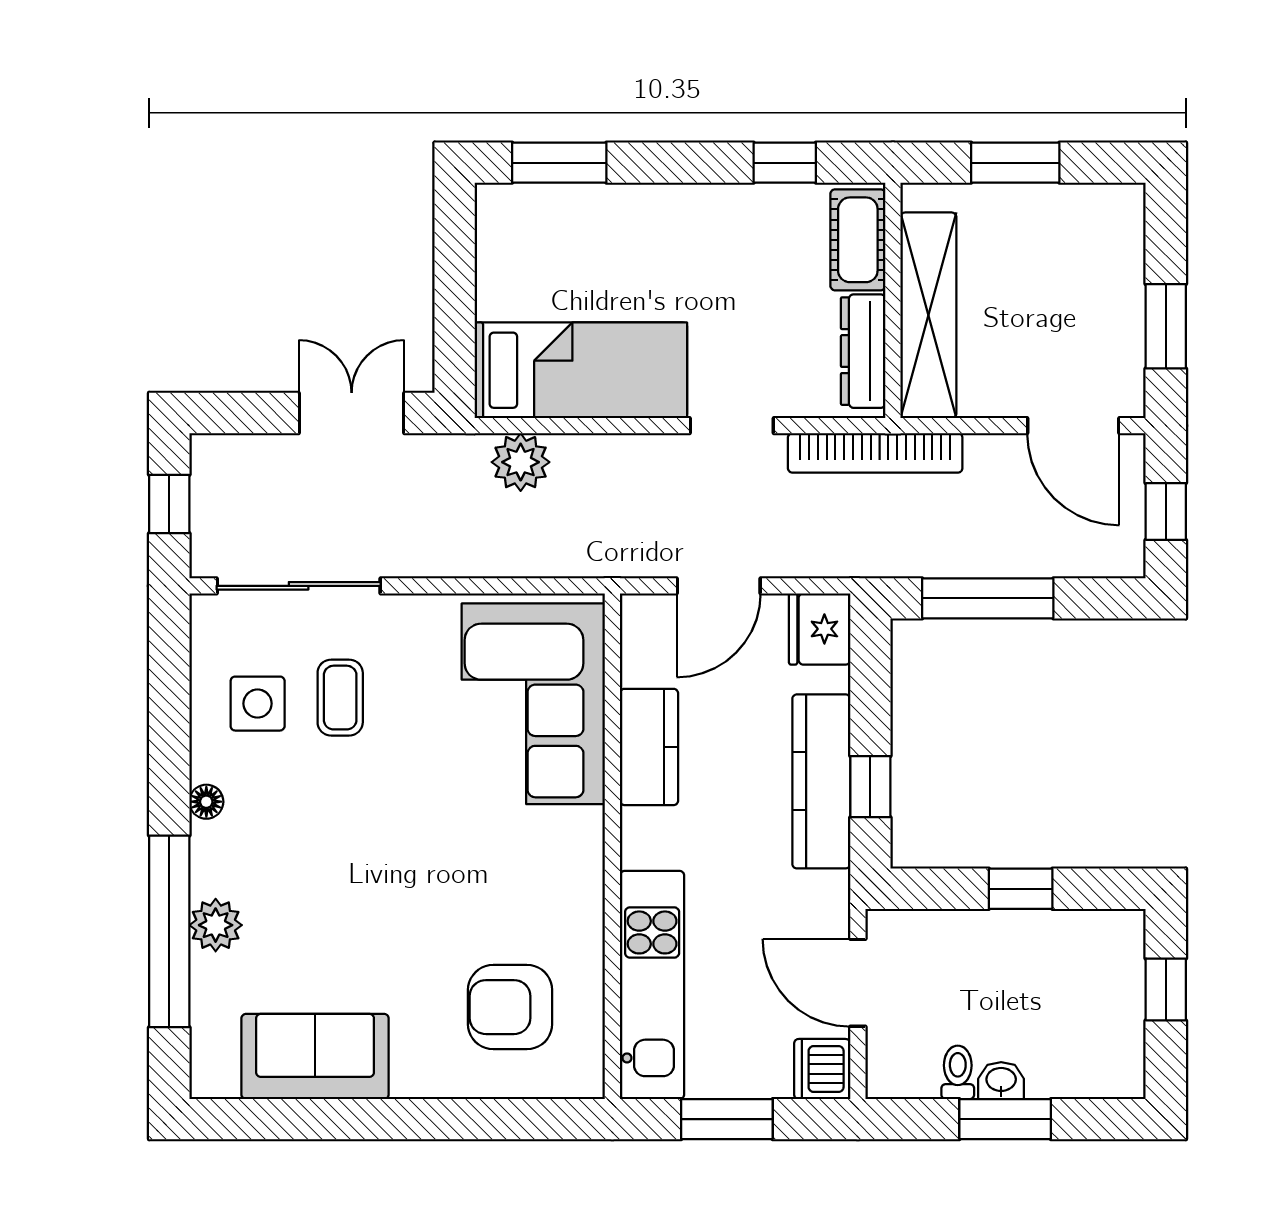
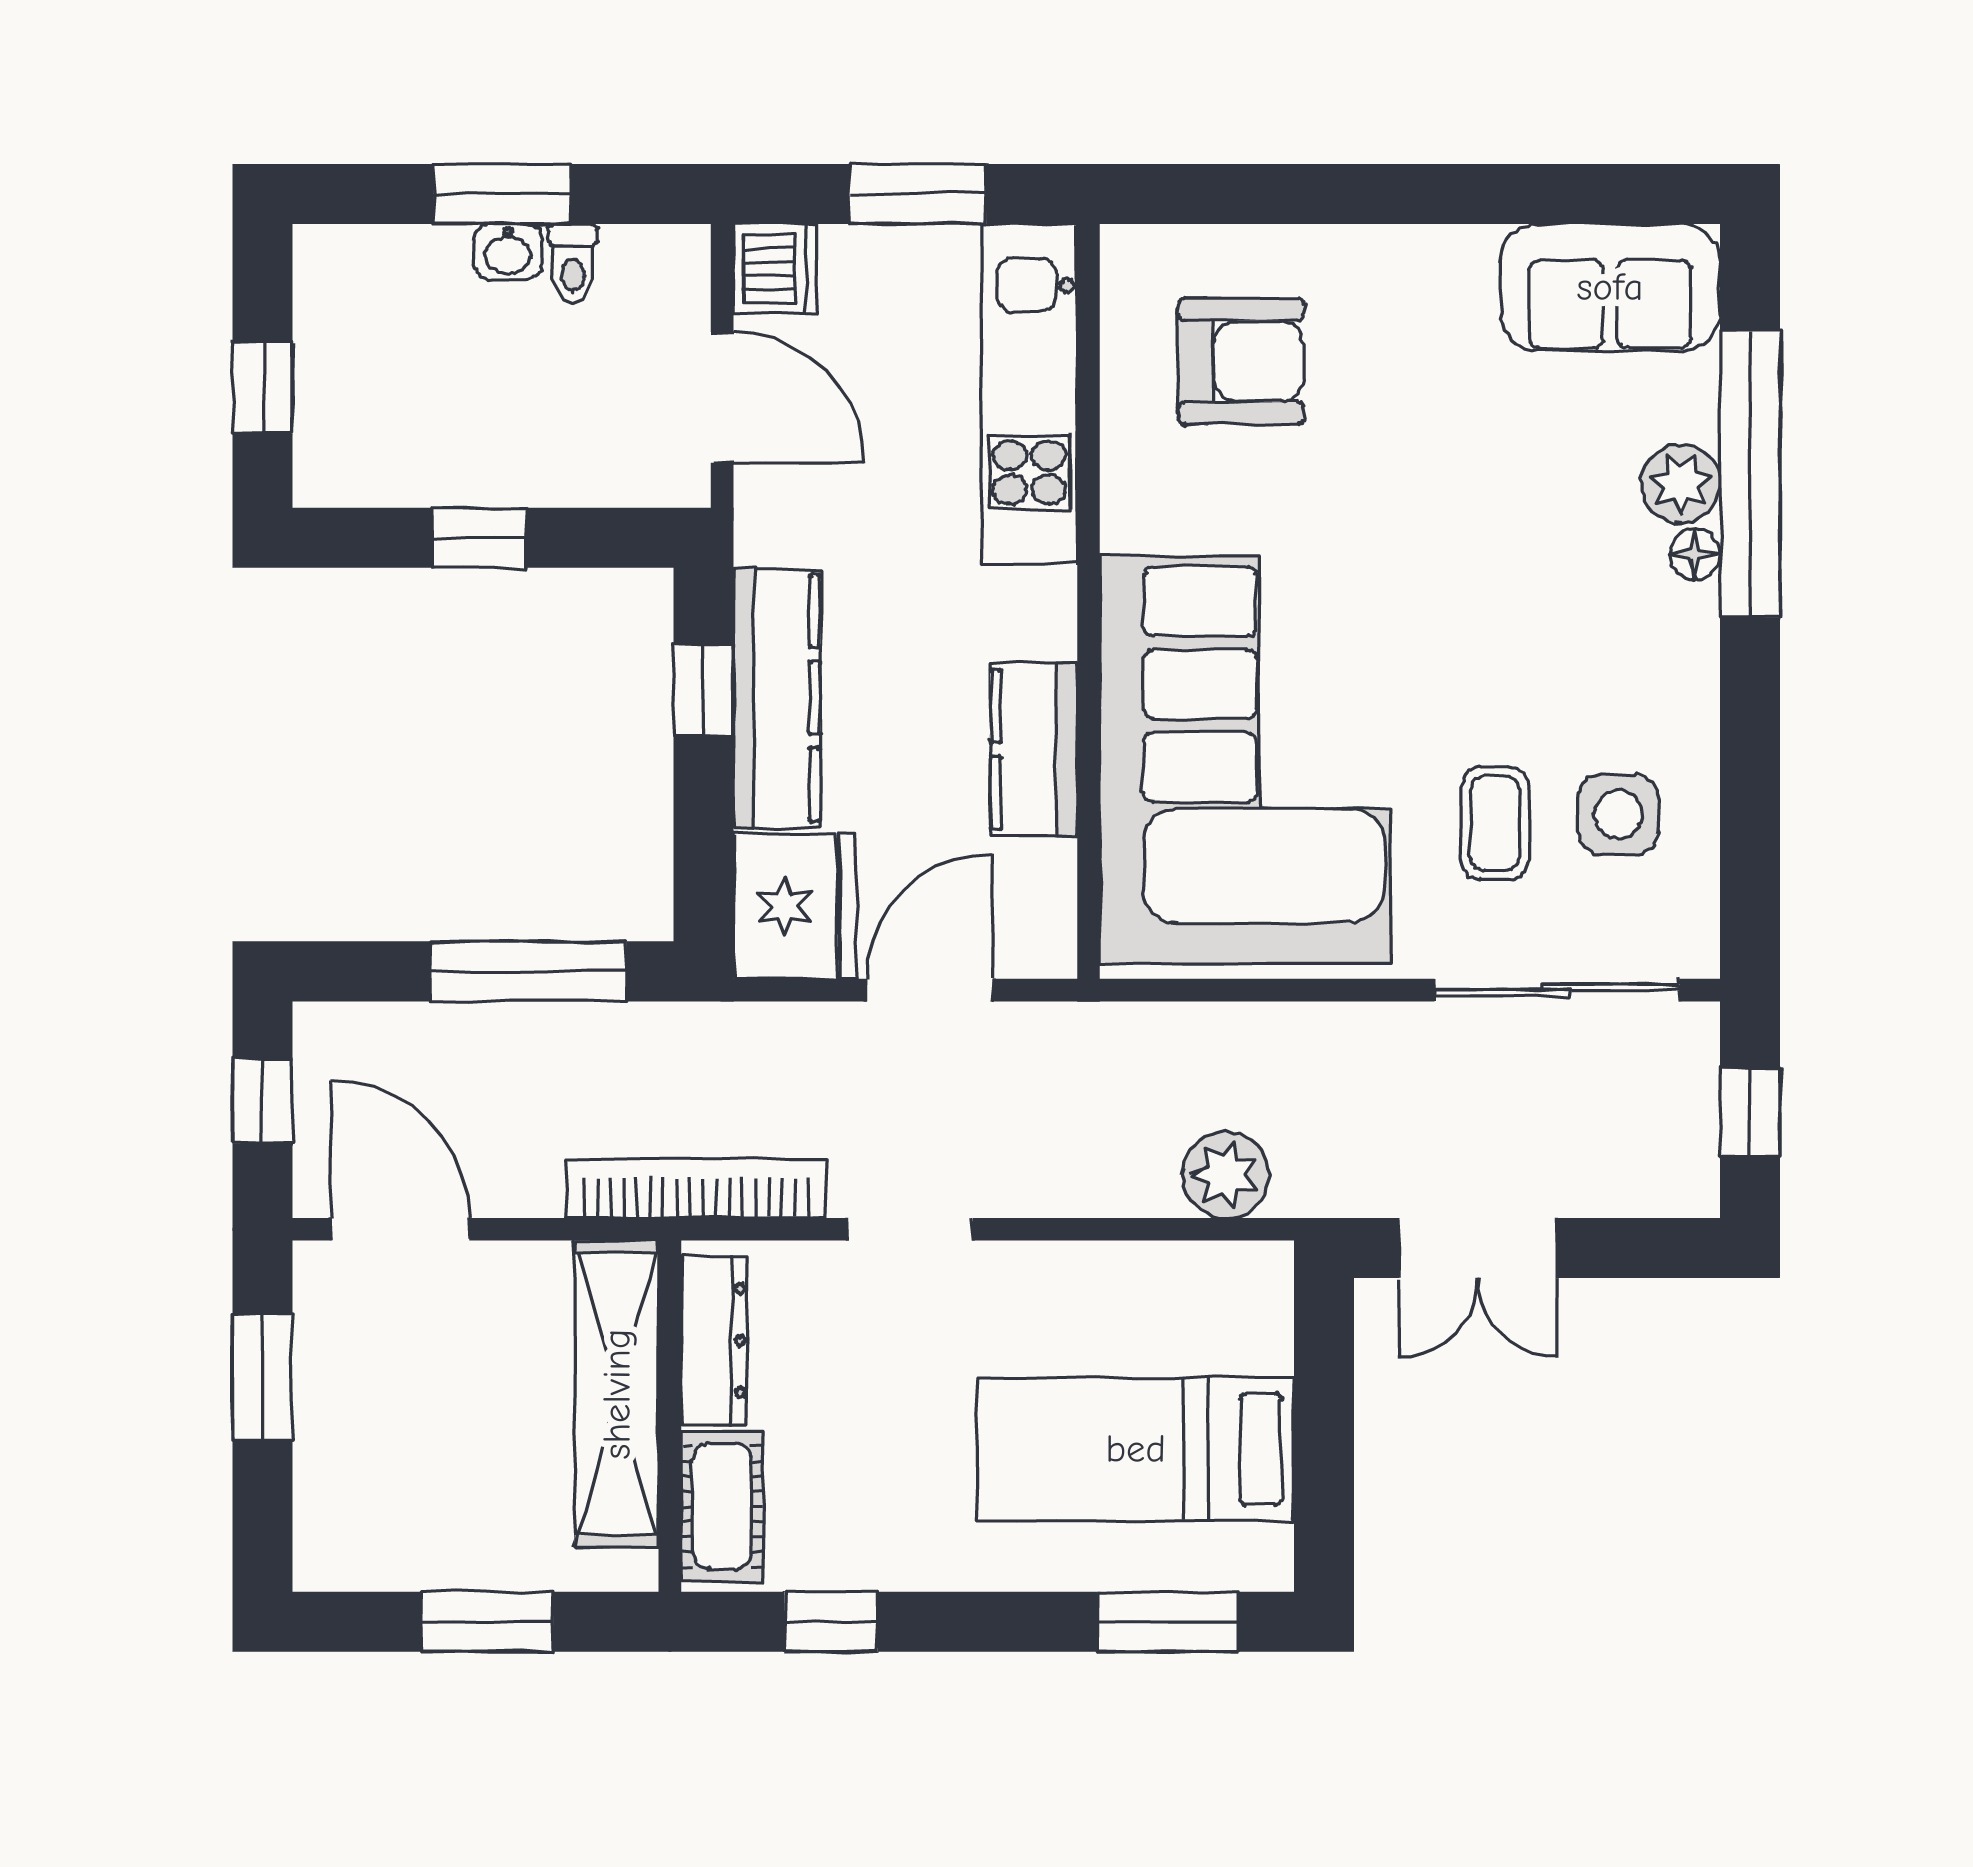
bed: (581, 370) -> (1136, 1449), moved
fridge: (820, 629) -> (795, 906), width x1.36, depth x1.34
corner sofa: (533, 704) -> (1245, 760), width x1.36, depth x1.36
floor lamp: (206, 802) -> (1695, 554), moved
sofa: (315, 1056) -> (1610, 287), moved

